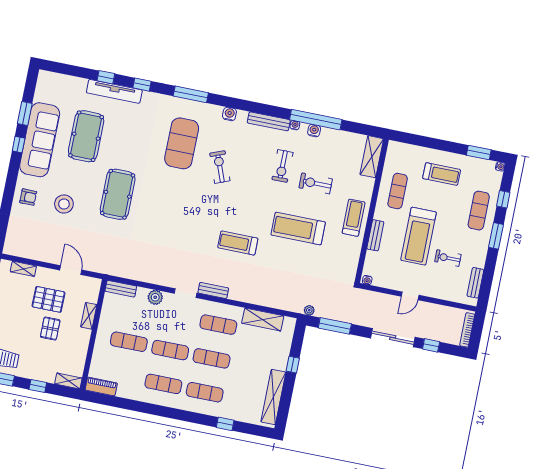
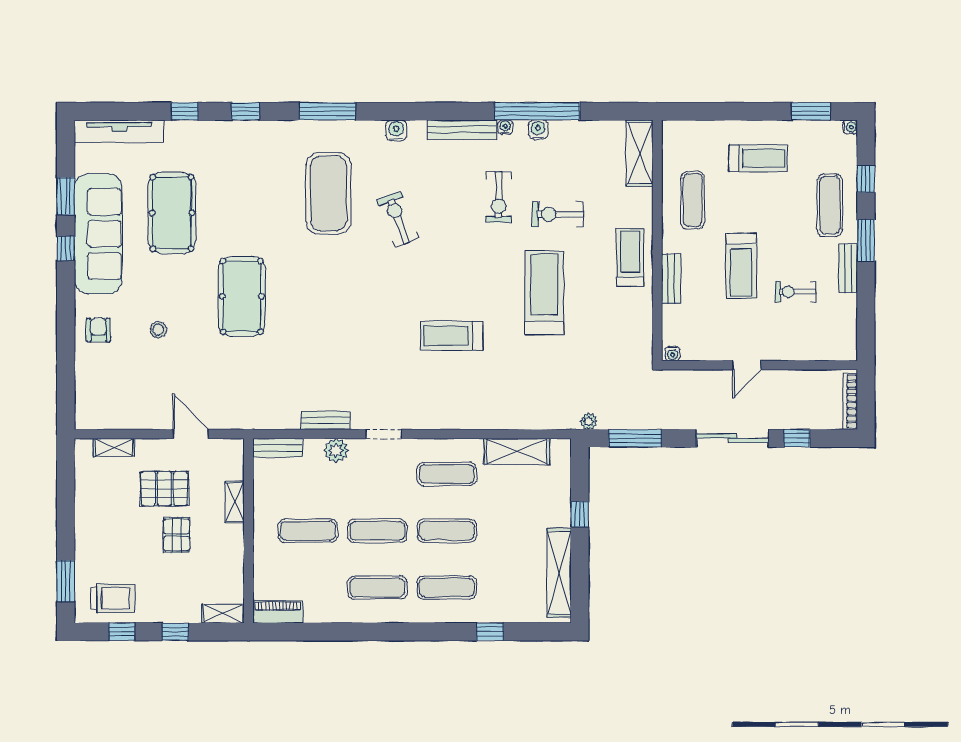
tv unit: (114, 91) -> (119, 131), moved
armchair: (28, 197) -> (98, 330), turned -90
stool: (64, 204) -> (158, 330), width x0.53, depth x0.53
treadmill: (298, 229) -> (544, 293), turned 90
treadmill: (419, 236) -> (741, 266), width x0.73, depth x0.73
bench: (475, 283) -> (848, 268), moved
bench: (213, 290) -> (325, 420), moved

